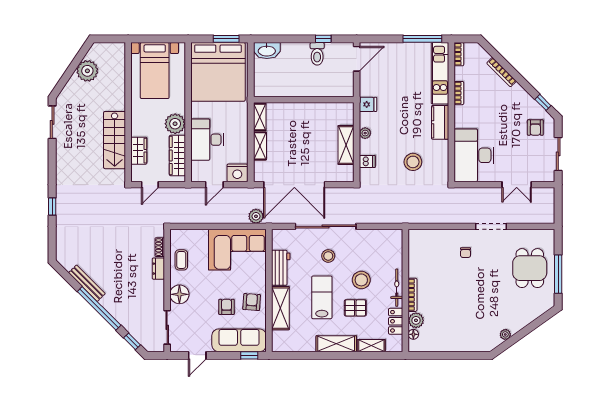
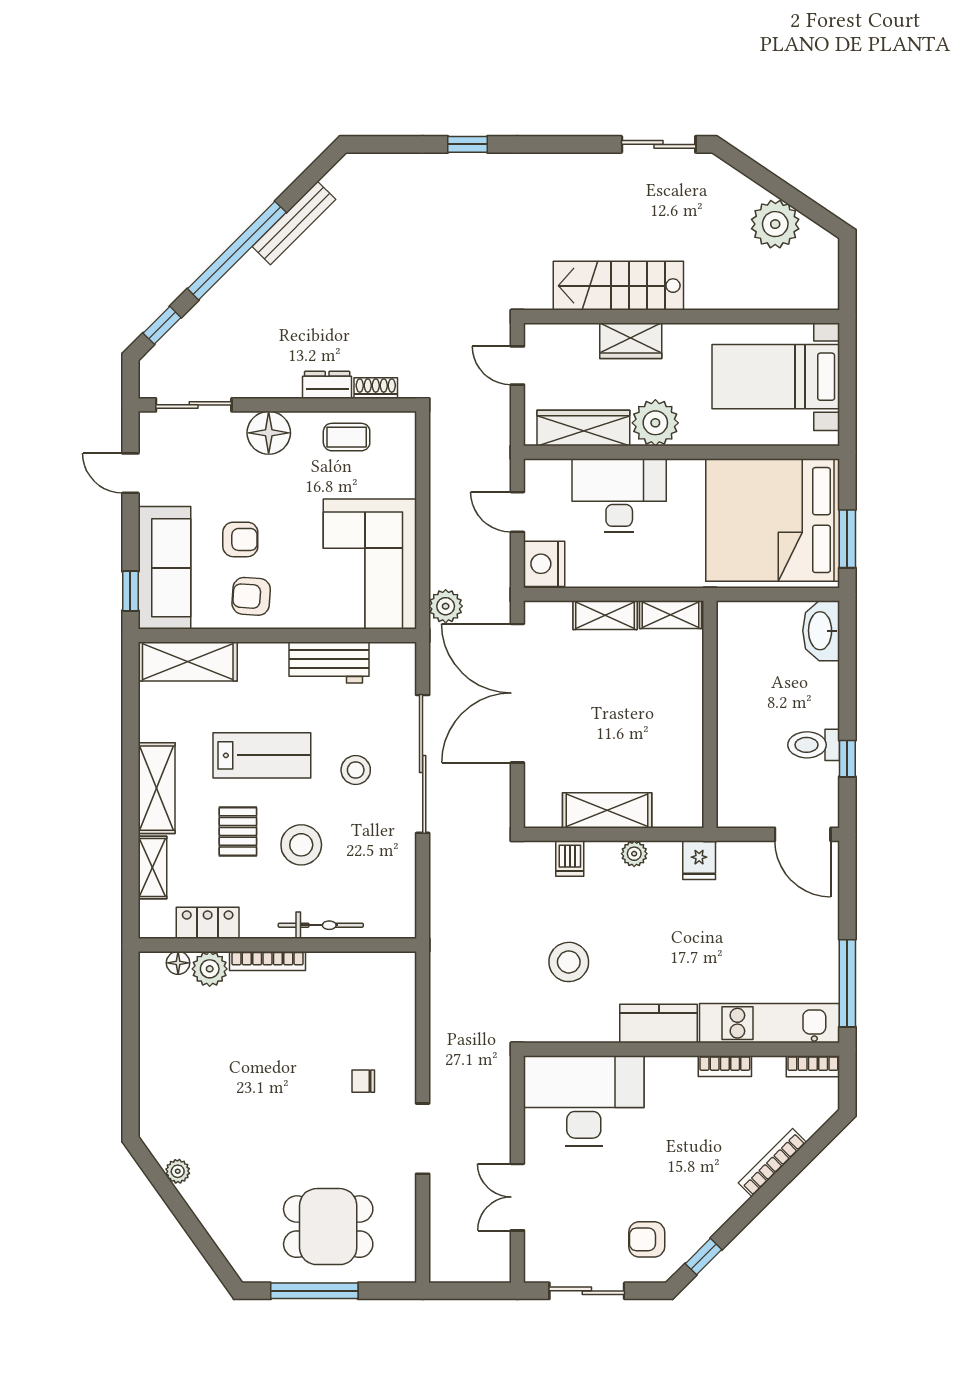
wardrobe: (139, 151) -> (631, 341), moved
bicycle: (397, 288) -> (321, 925), moved
armchair: (252, 302) -> (251, 596), turned 180
shelving: (280, 308) -> (188, 662), moved

